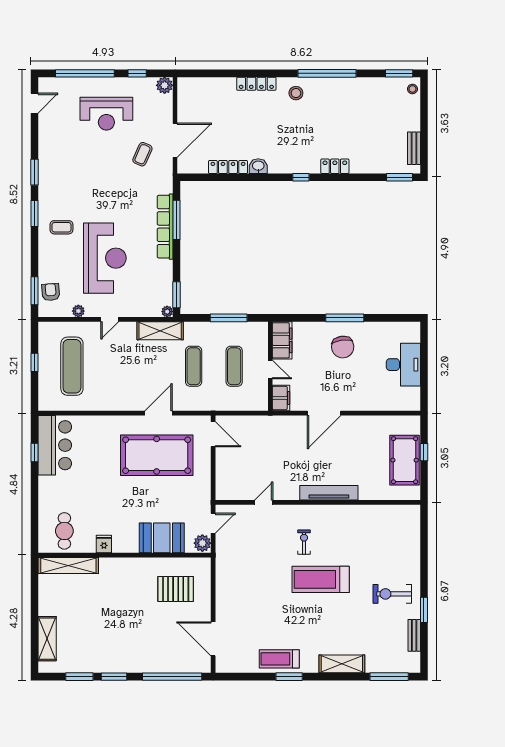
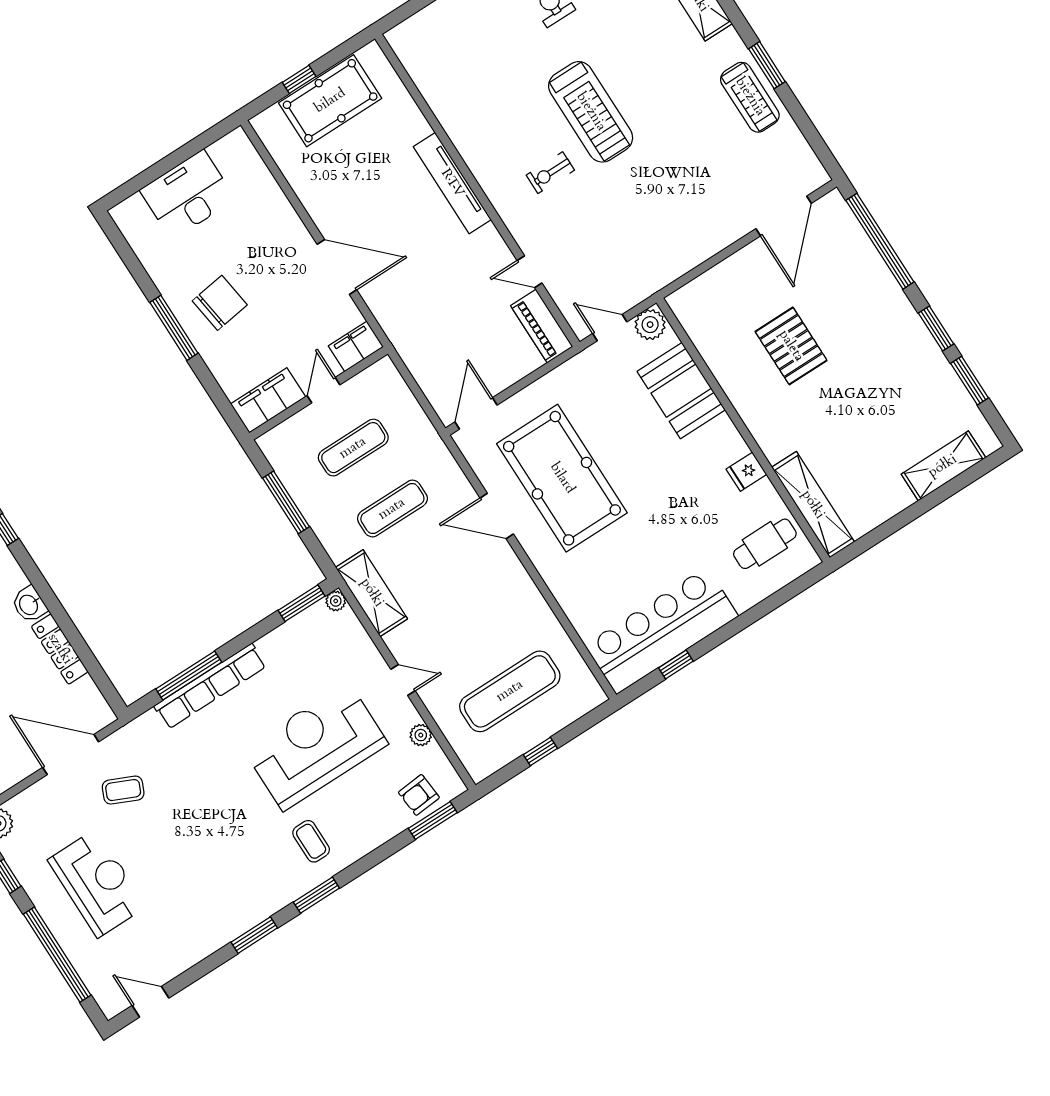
bar counter: (55, 445) -> (662, 631), width x1.36
piano: (234, 492) -> (542, 326), added
pallet: (176, 589) -> (791, 346), moved

